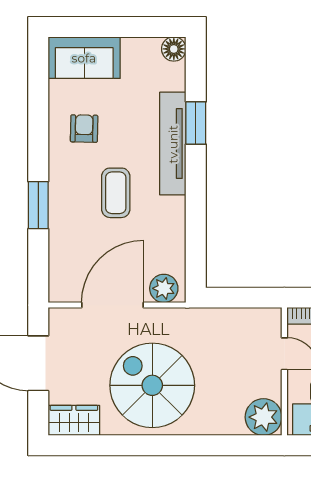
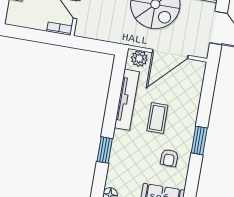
tv unit: (173, 144) -> (127, 100), moved
window: (38, 205) -> (199, 140), moved

